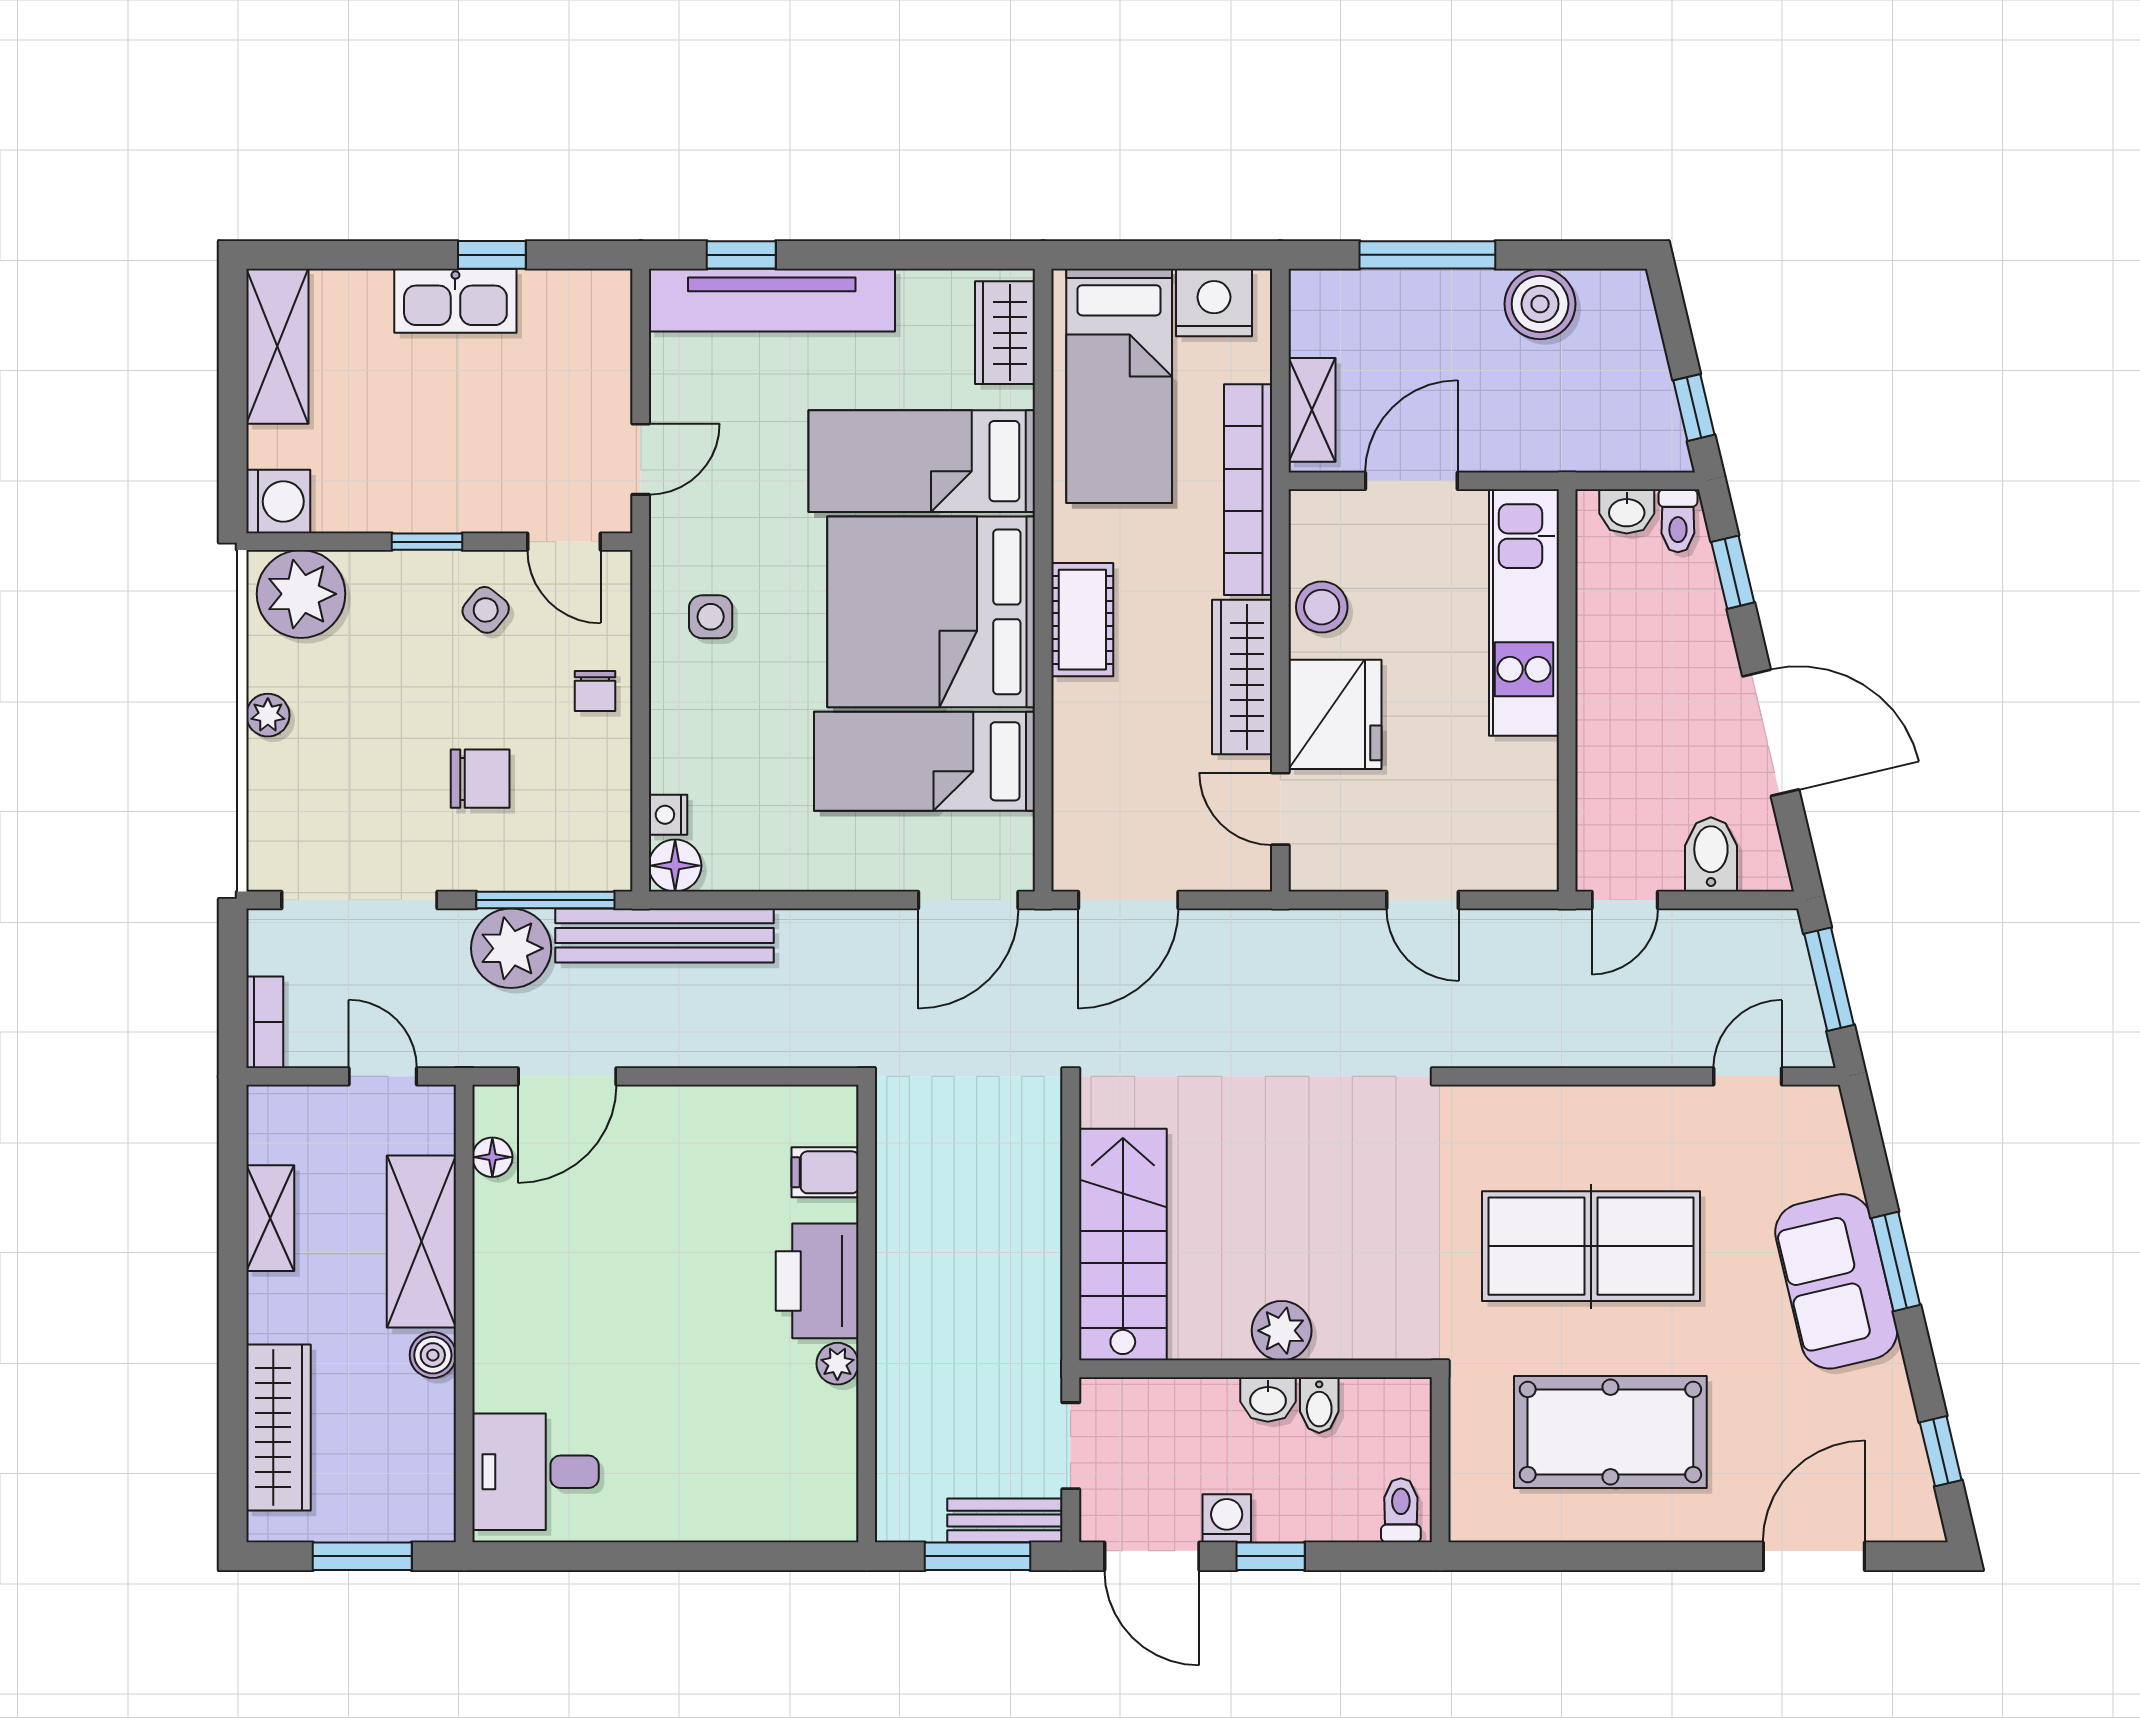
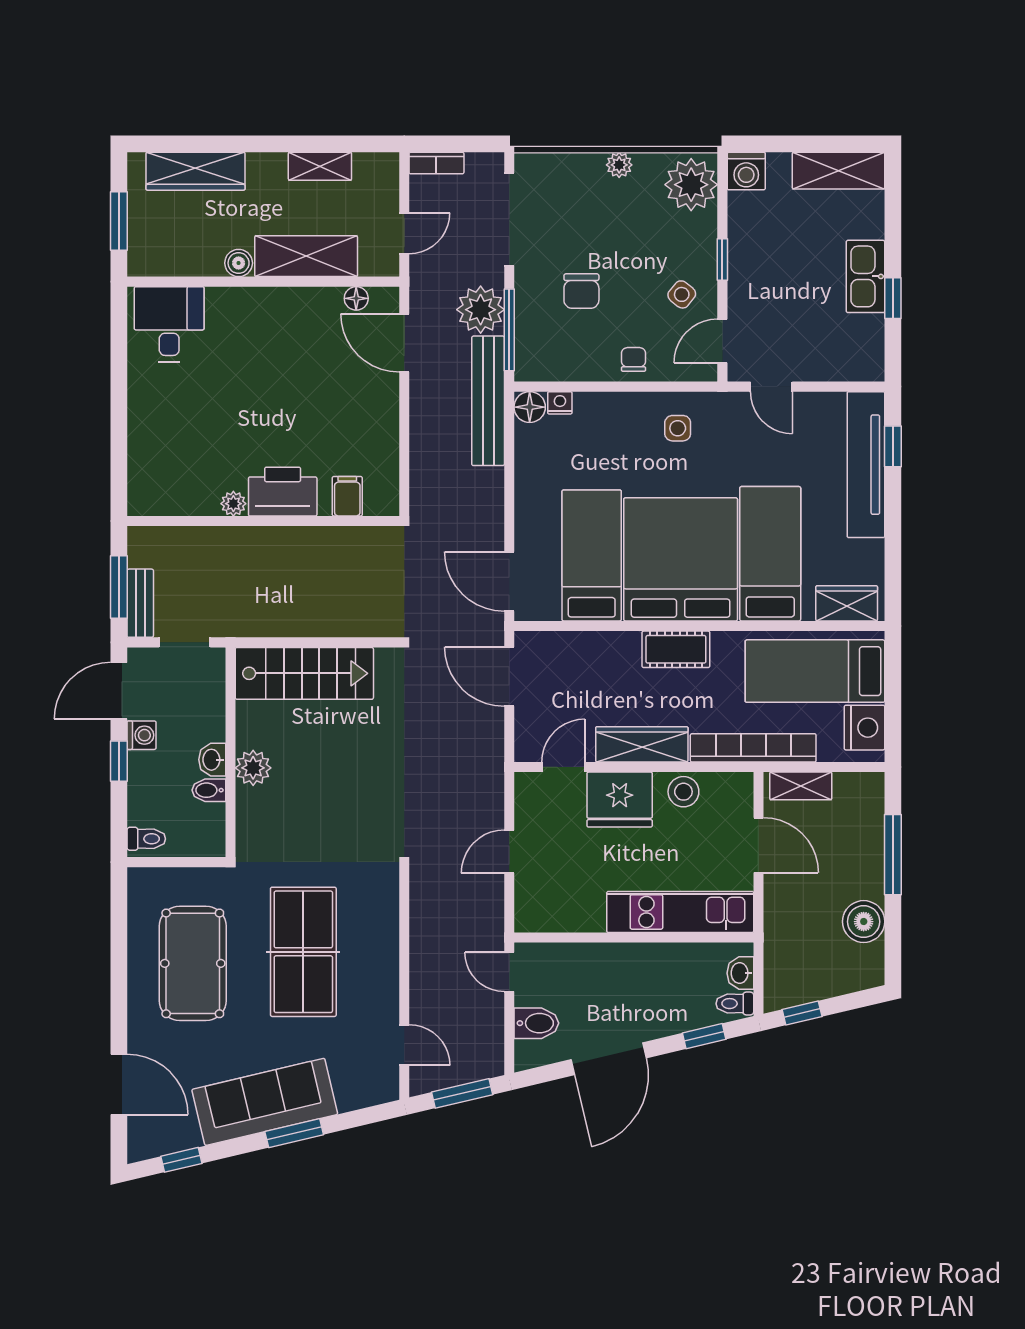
chair: (595, 691) -> (633, 359), turned 90
sofa: (1836, 1281) -> (265, 1102), width x1.36

